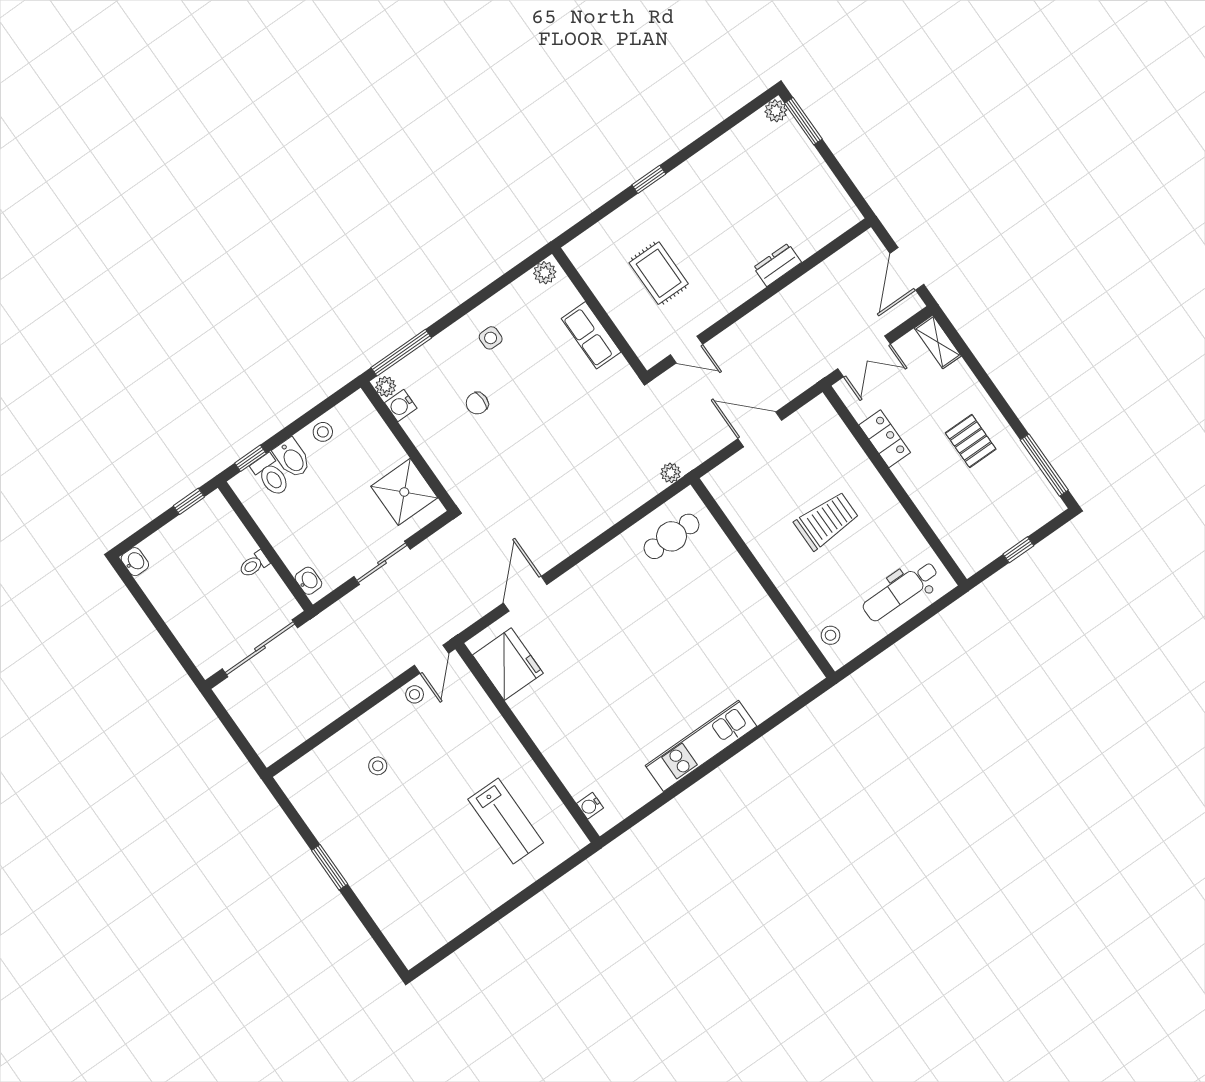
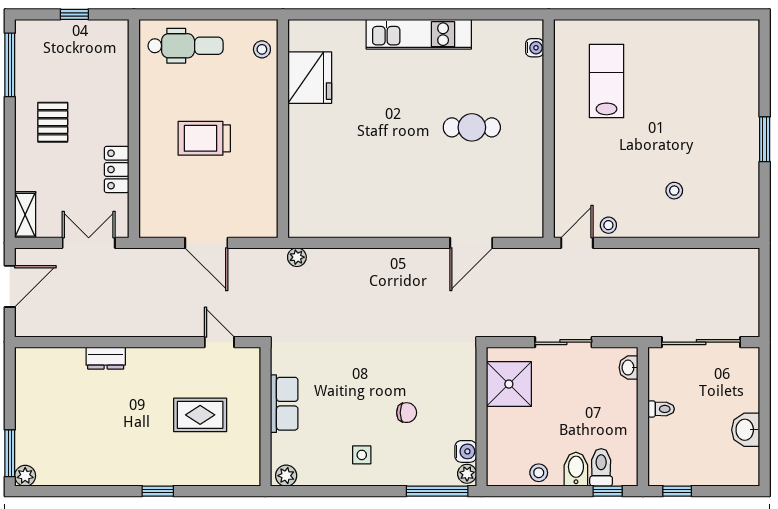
rug: (659, 273) -> (200, 415), turned 90
cafe table: (672, 536) -> (472, 127), moved
washbasin: (135, 562) -> (746, 430), moved, width x1.38, depth x1.45
fridge: (508, 664) -> (310, 78), moved, turned 180

